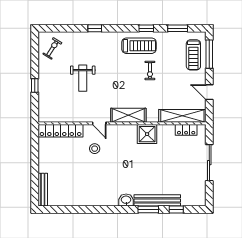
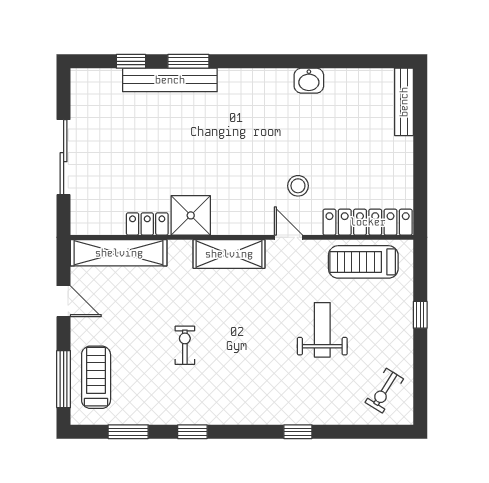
treadmill: (139, 46) -> (363, 262), moved
locker: (186, 130) -> (147, 224), moved
washbasin: (126, 200) -> (309, 81), moved

